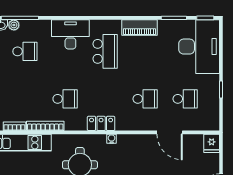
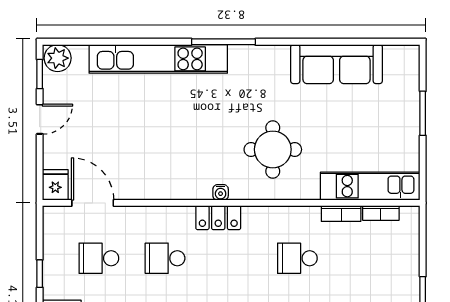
locker: (101, 123) -> (218, 218), moved
bookcase: (45, 126) -> (341, 214), width x0.64
door: (170, 132) -> (93, 203), moved

